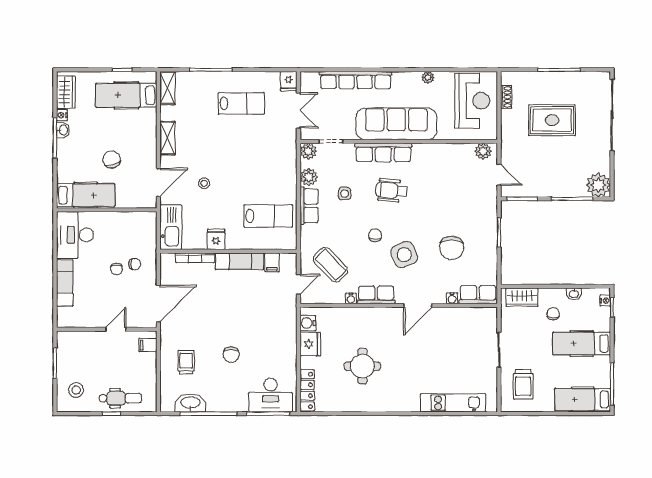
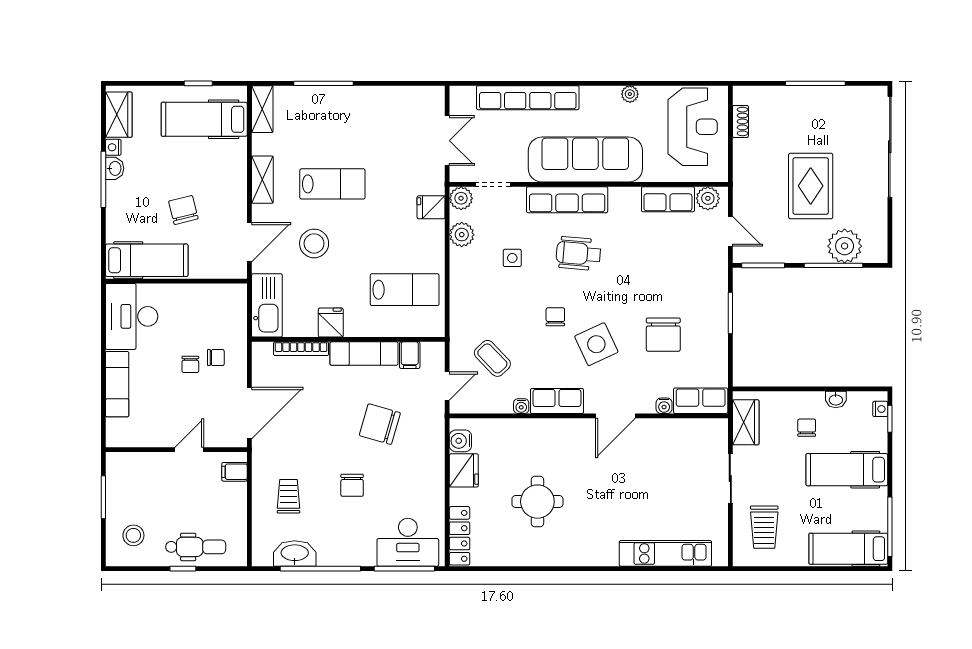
fridge: (289, 81) -> (431, 207), moved, turned 90
lab bench: (241, 103) -> (332, 184), moved
rug: (552, 120) -> (811, 186), moved, turned 90
stool: (204, 183) -> (314, 243), width x1.89, depth x1.89
plant: (598, 185) -> (845, 246), moved
row of seats: (309, 206) -> (668, 199), moved, turned 90
coffee table: (330, 265) -> (492, 358), width x0.73, depth x0.77
wardrobe: (522, 297) -> (746, 422), moved, turned -90
chair: (251, 311) -> (380, 424), added

